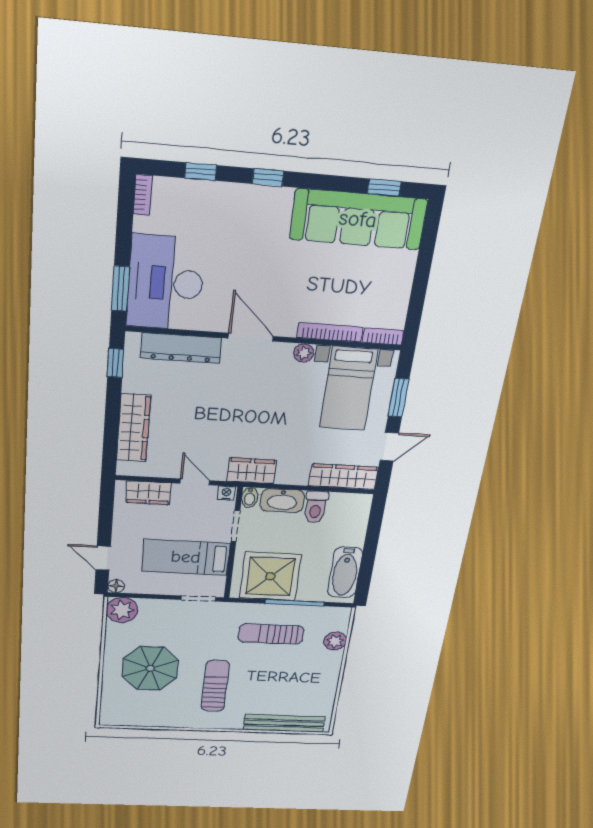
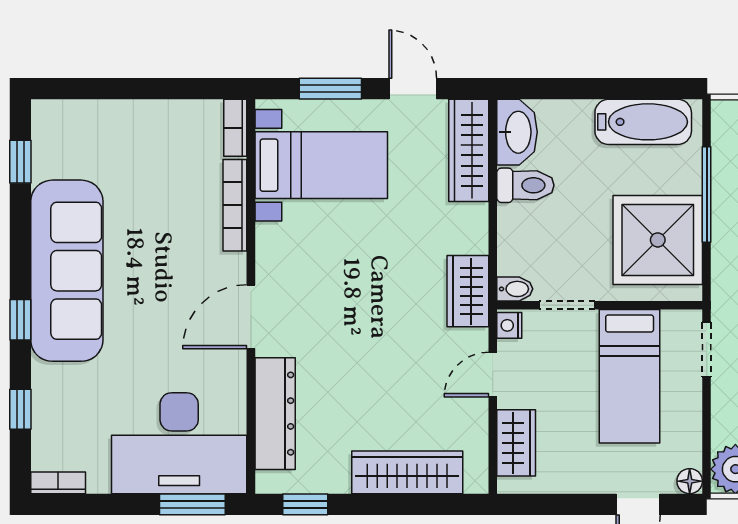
sofa: (358, 219) -> (67, 271), moved
plant: (304, 353) -> (269, 238), removed
washbasin: (282, 501) -> (517, 132), moved

